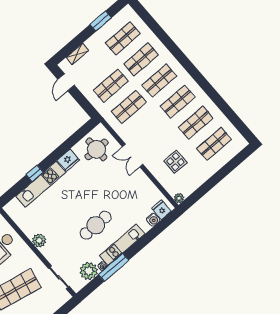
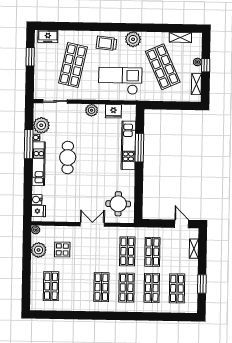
shop shelf: (196, 123) -> (76, 287), removed
fridge: (68, 160) -> (113, 111), moved, turned -90
window: (35, 173) -> (139, 148), width x2.17
plant: (193, 181) -> (39, 250), added

